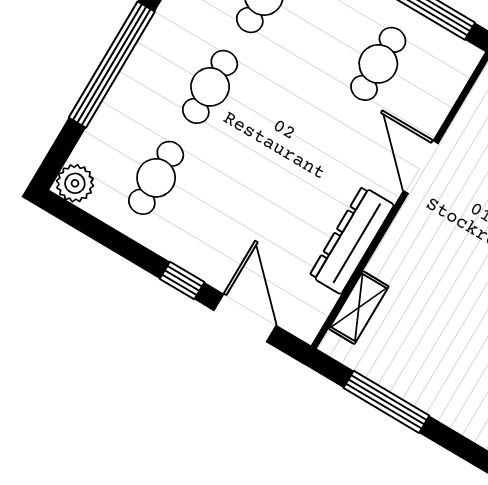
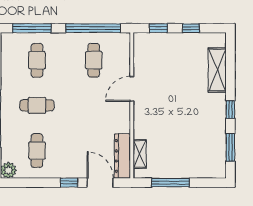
cafe table: (210, 87) -> (37, 105), turned 90
door: (421, 167) -> (132, 89), hinge flipped
dresser: (352, 240) -> (122, 156), moved

